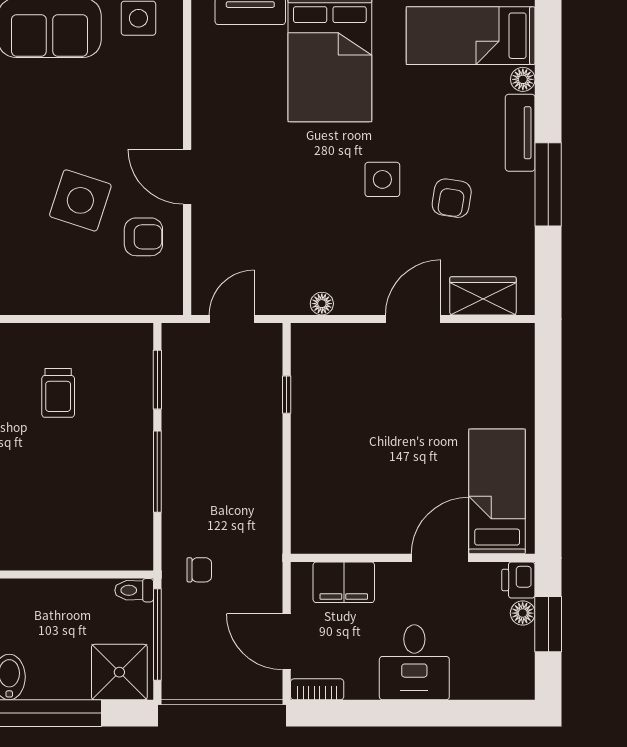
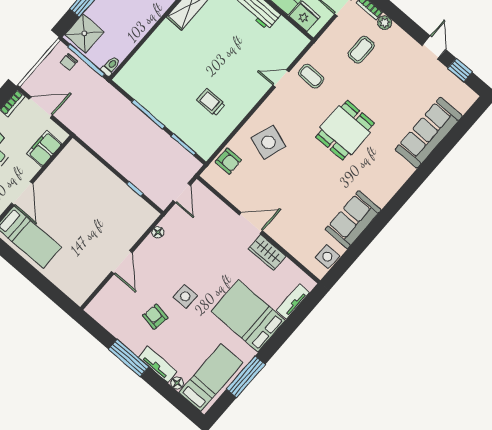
side table: (80, 200) -> (269, 142), moved
armchair: (143, 237) -> (228, 161), moved, turned -90
wardrobe: (483, 296) -> (267, 252), moved, turned 90
chair: (199, 570) -> (69, 62), moved

